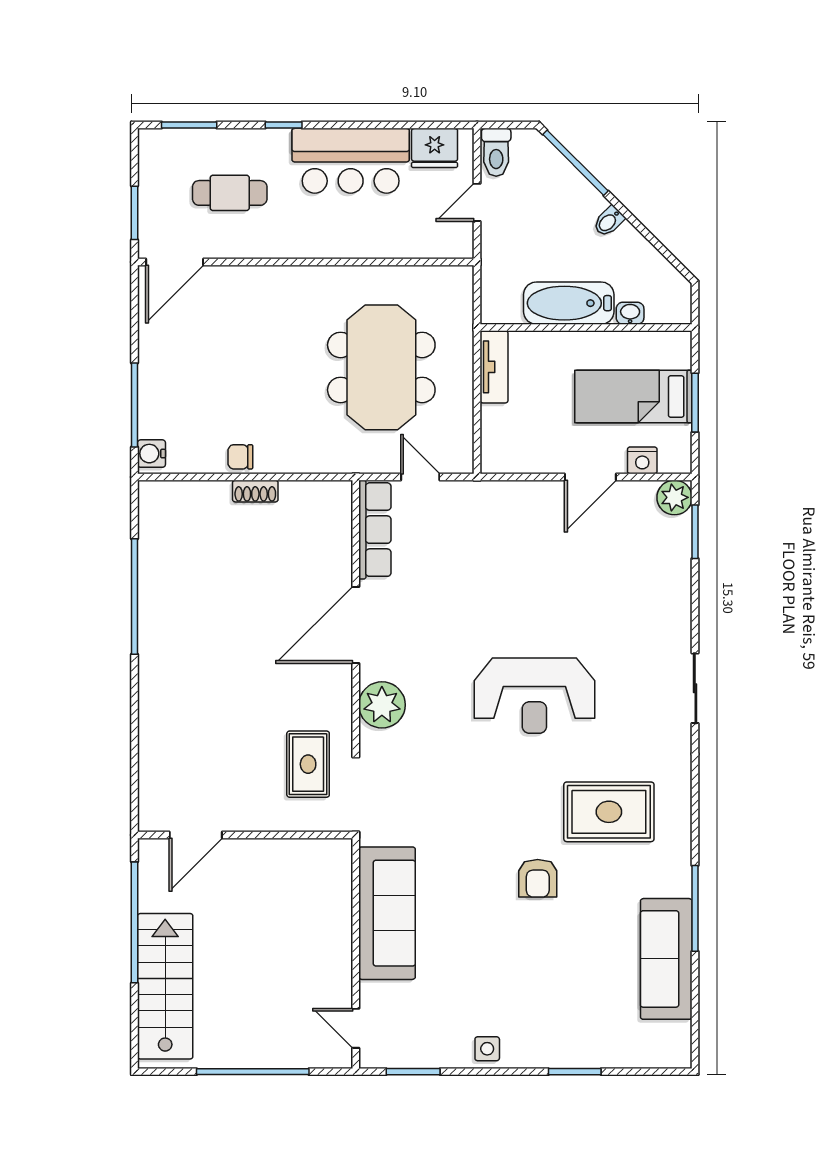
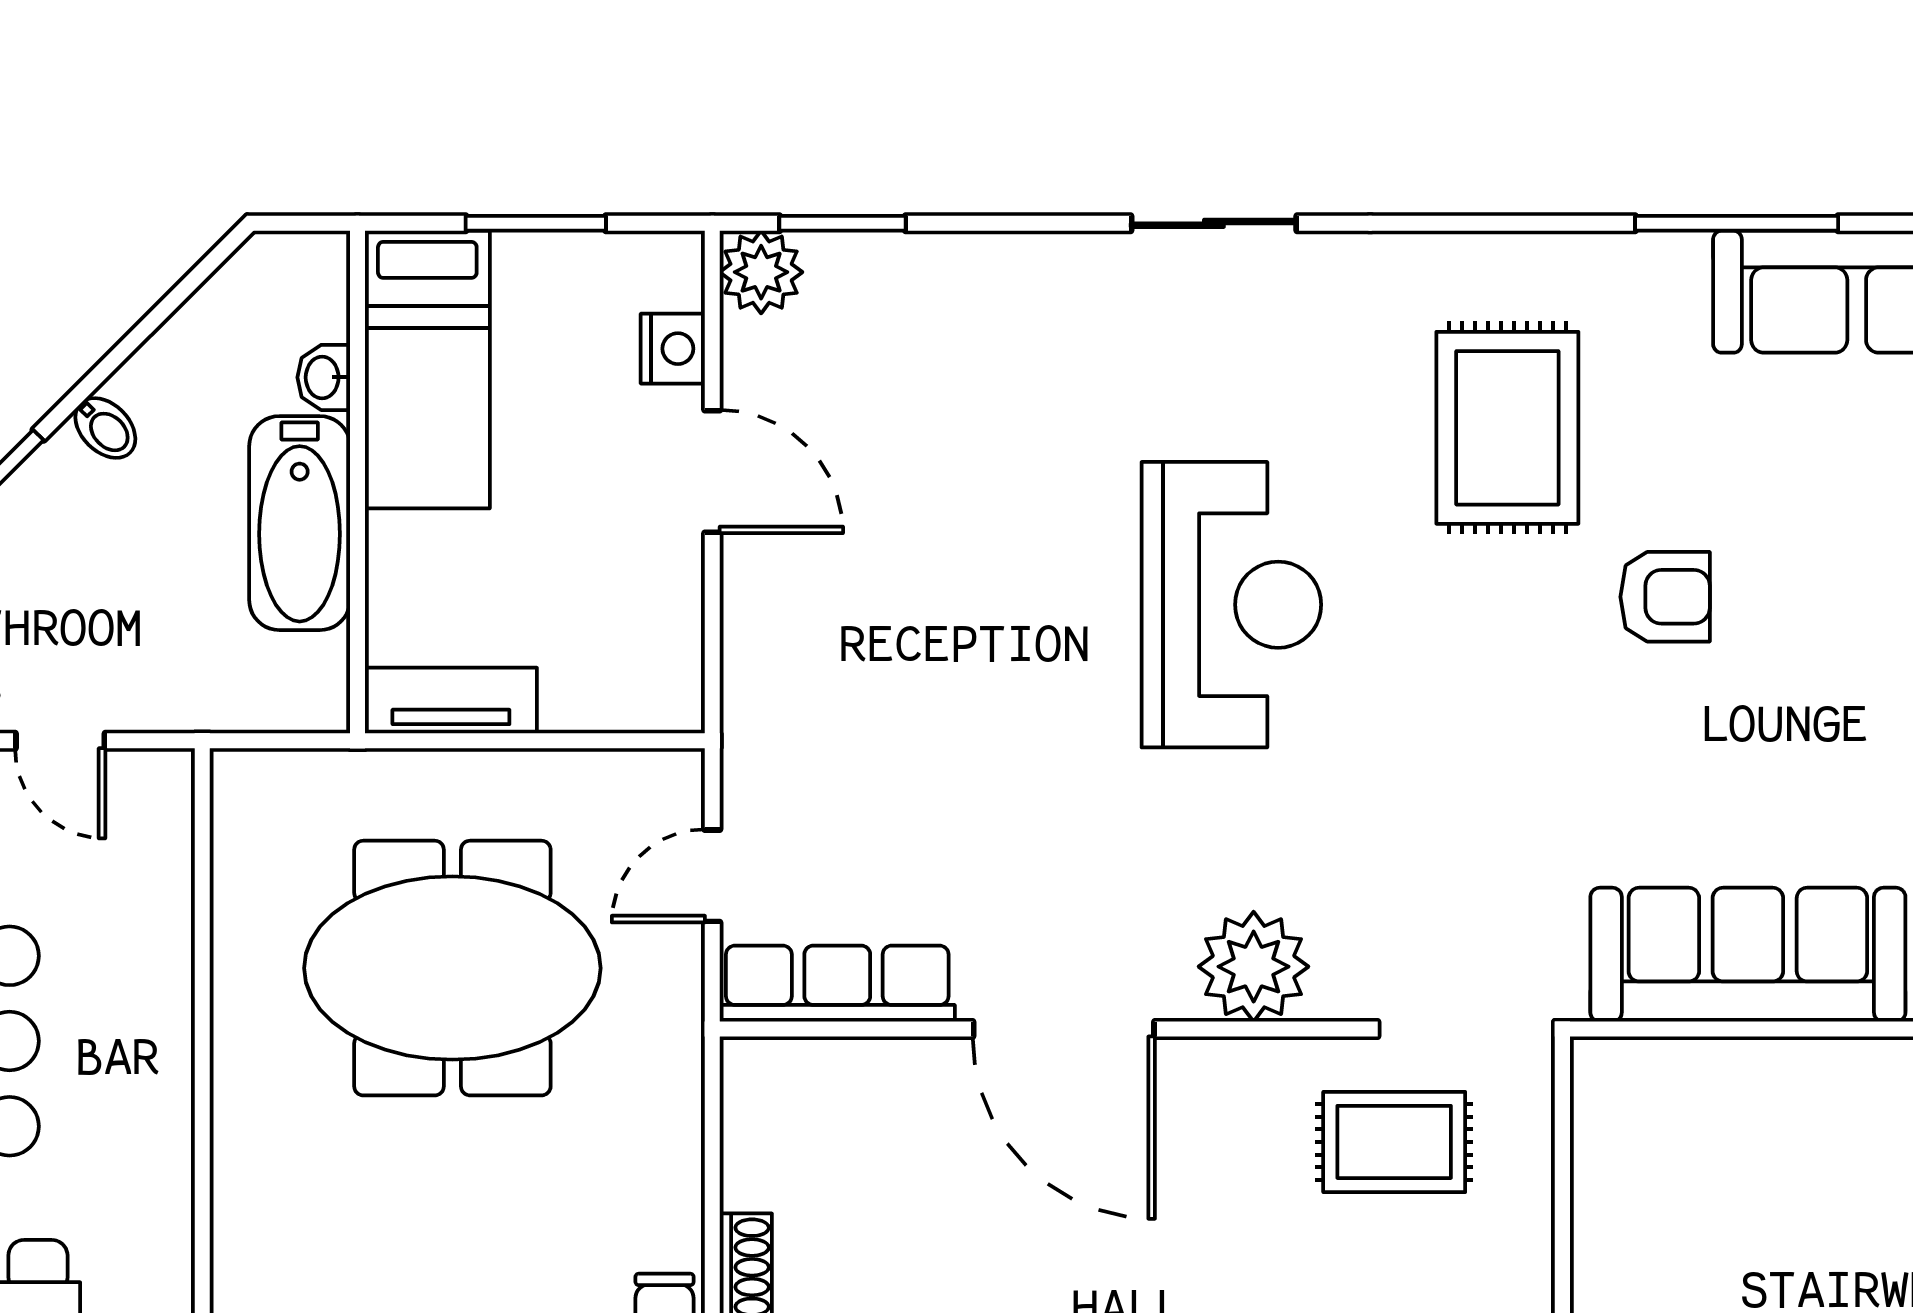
bed: (633, 396) -> (427, 370), moved

